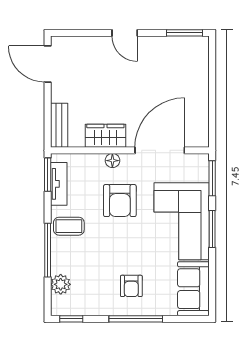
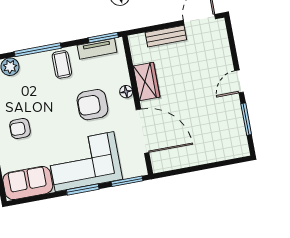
window: (185, 33) -> (246, 119), moved
bench: (59, 125) -> (166, 36), moved

